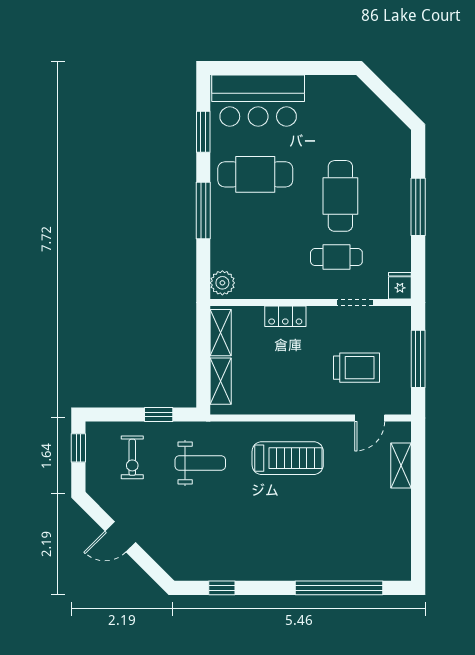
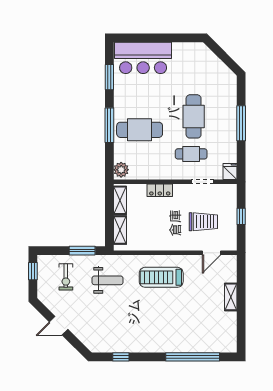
cafe table: (255, 174) -> (140, 130), moved
window: (418, 359) -> (241, 216), width x0.46
window: (159, 415) -> (82, 251), width x1.50
treadmill: (288, 458) -> (161, 277), turned 180
shelving: (401, 466) -> (231, 297), moved

